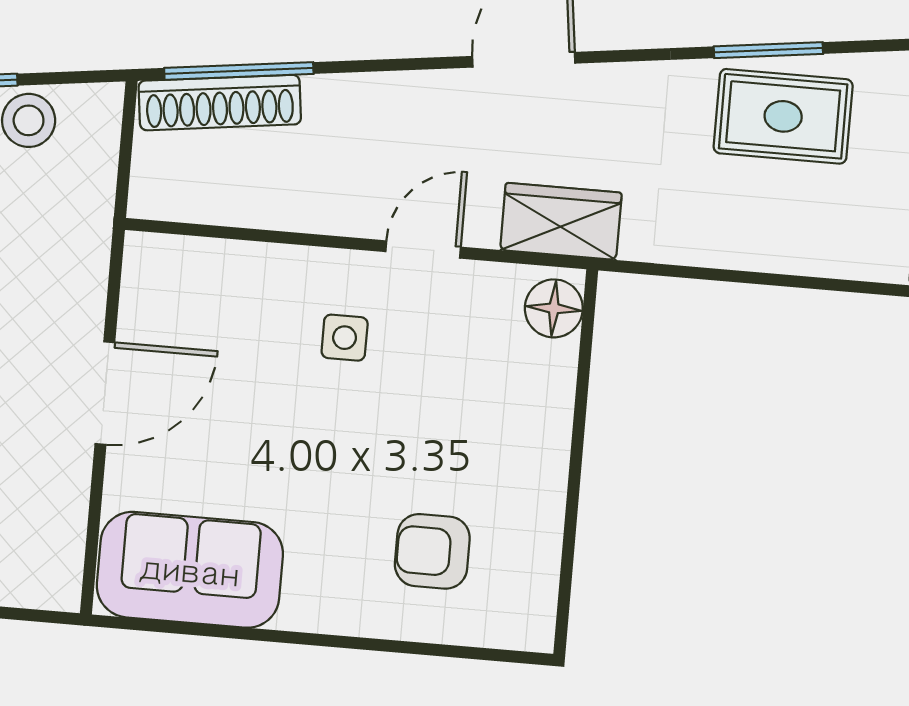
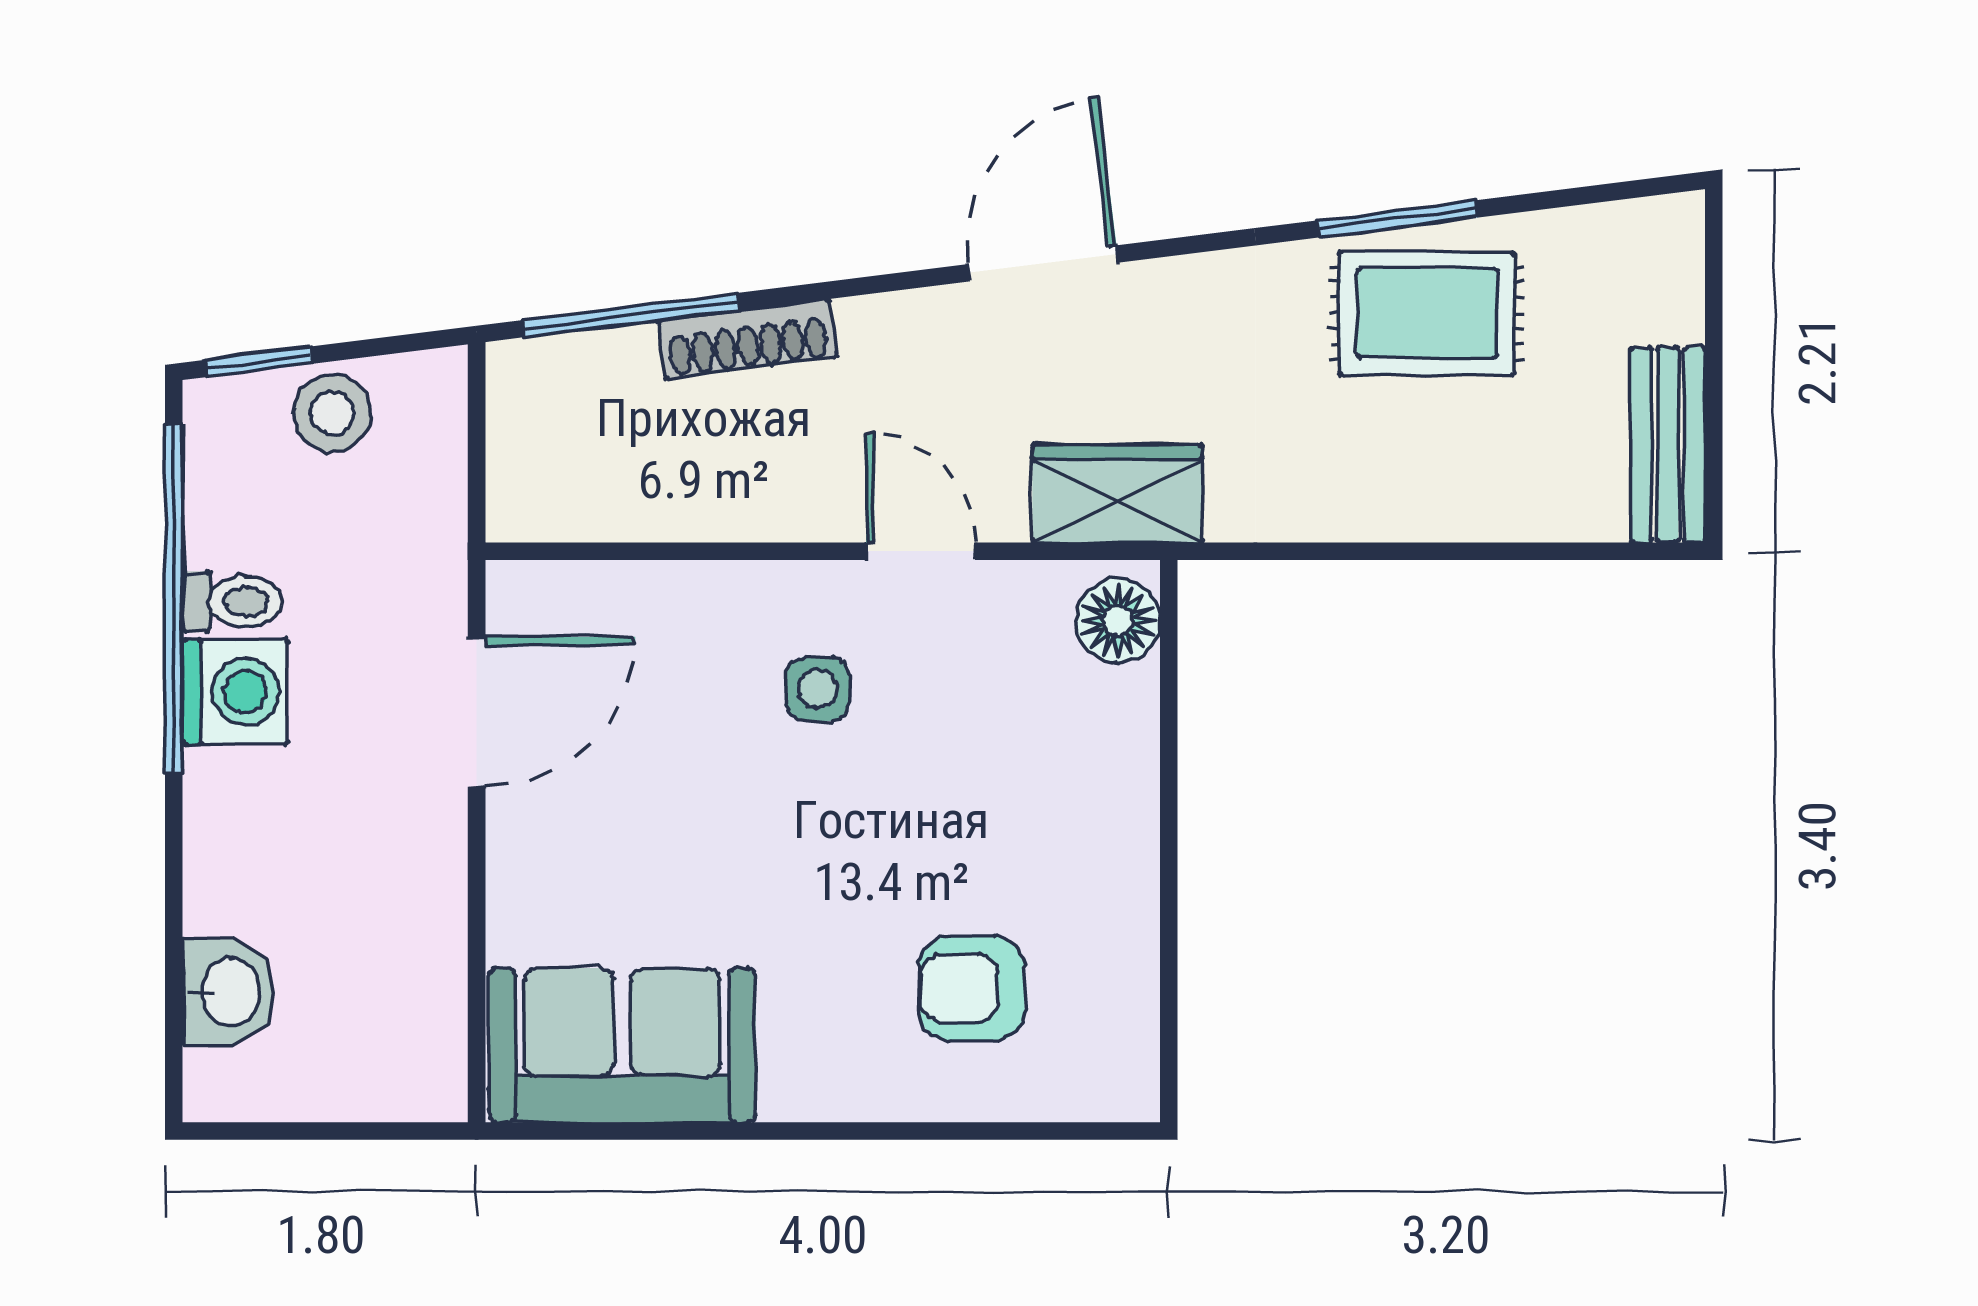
shoe rack: (220, 103) -> (747, 339), moved, width x0.74, depth x0.81
door: (423, 249) -> (921, 551), hinge flipped
door: (105, 393) -> (477, 712), moved

